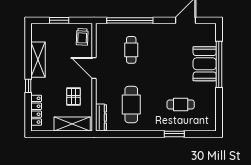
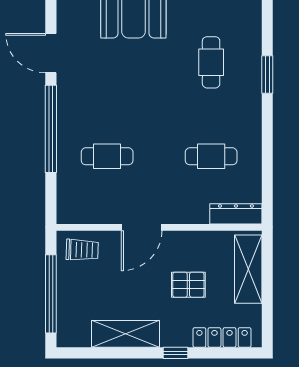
window: (59, 20) -> (51, 294), width x2.11
window: (130, 20) -> (51, 129), moved
pallet: (73, 96) -> (188, 285), moved
cafe table: (131, 105) -> (211, 156), width x0.73, depth x0.74

